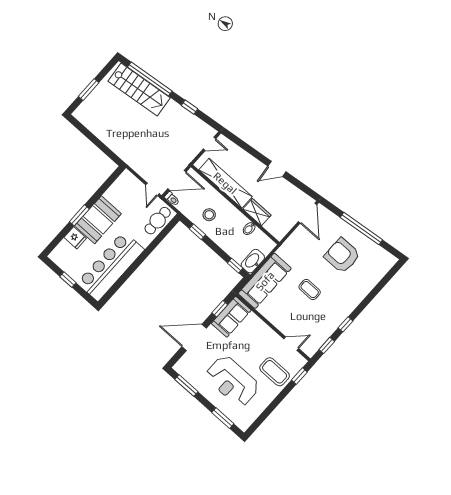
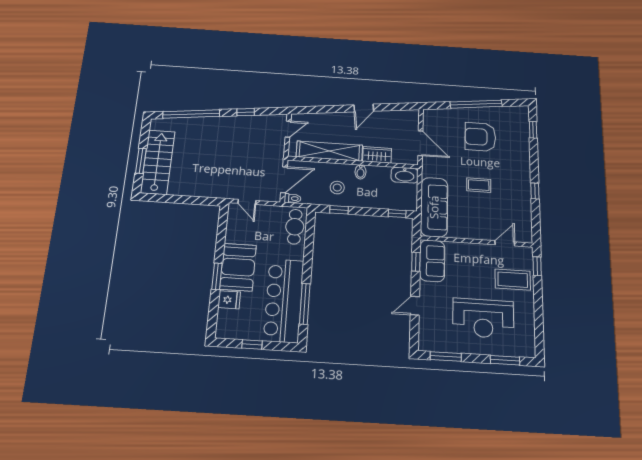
stairs: (139, 89) -> (158, 162), moved, turned -83
door: (152, 189) -> (247, 202), moved
door: (308, 213) -> (420, 143), moved
bidet: (249, 229) -> (360, 172), moved
washbasin: (253, 261) -> (405, 175), moved, turned -90
window: (123, 279) -> (305, 304), added
door: (194, 337) -> (415, 306), width x0.53
window: (327, 345) -> (533, 130), moved

